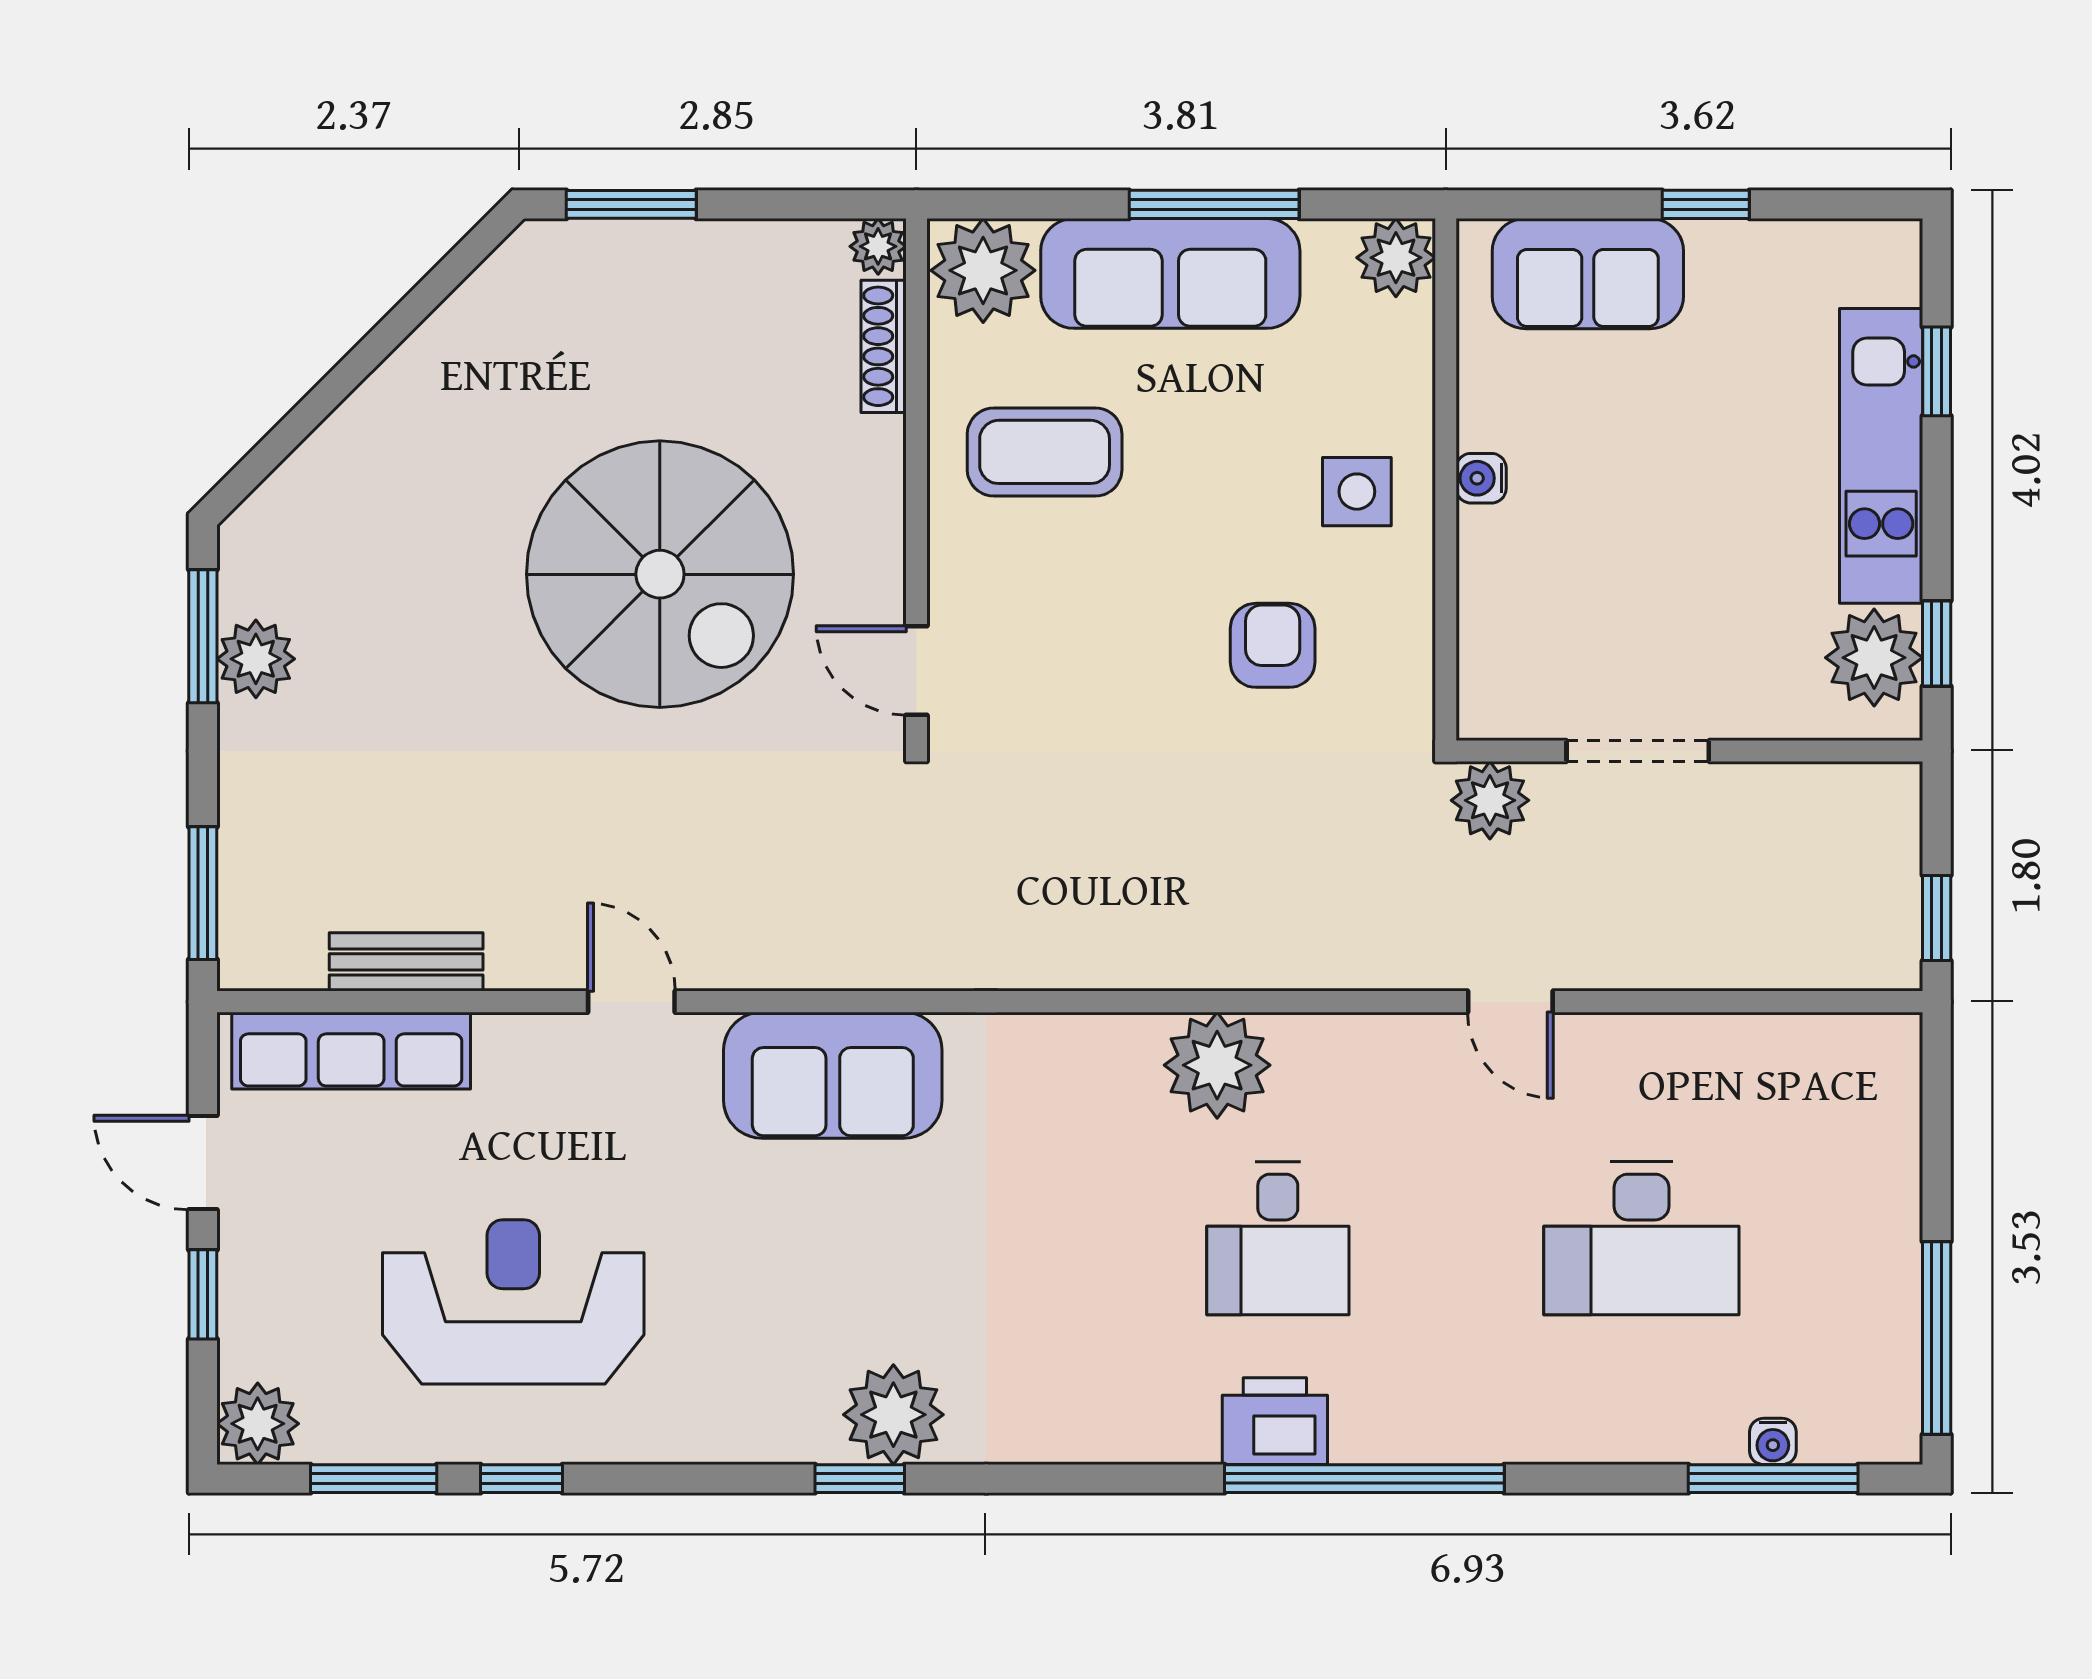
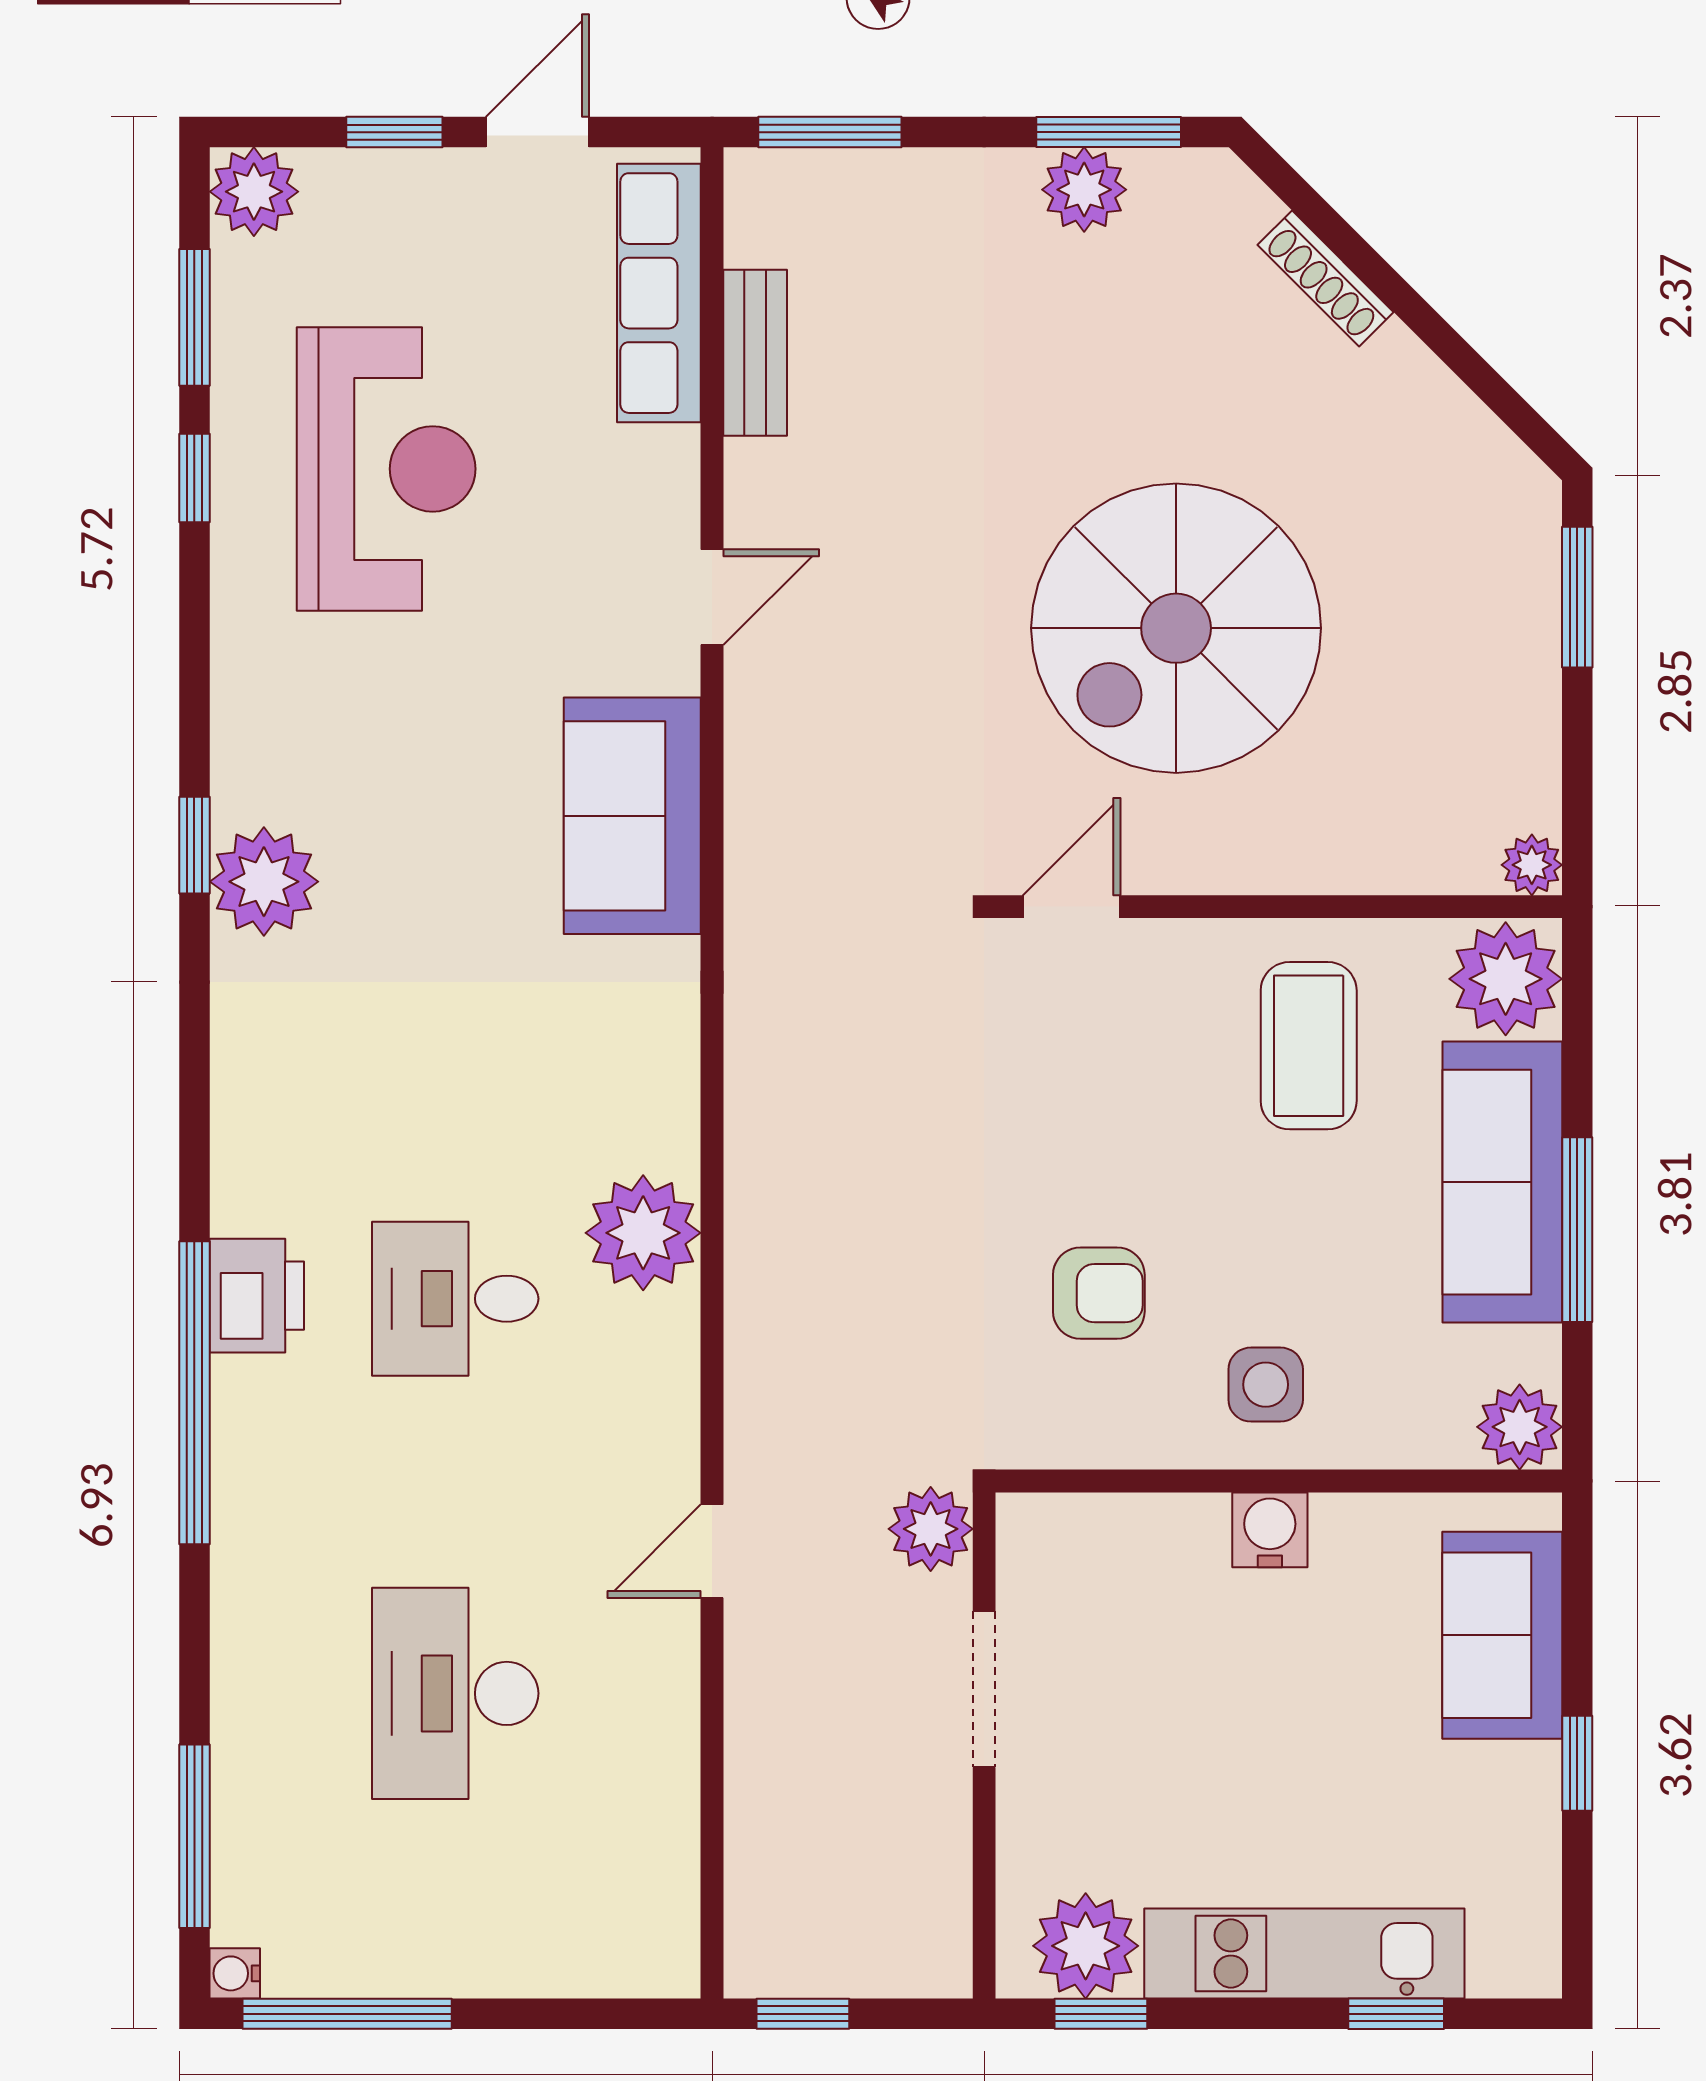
shoe rack: (884, 346) -> (1326, 278), moved, turned -135
water cooler: (1481, 478) -> (1270, 1530), width x1.38, depth x1.38
water cooler: (1773, 1441) -> (235, 1973), moved

